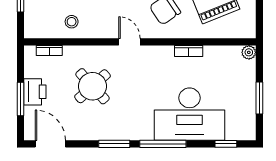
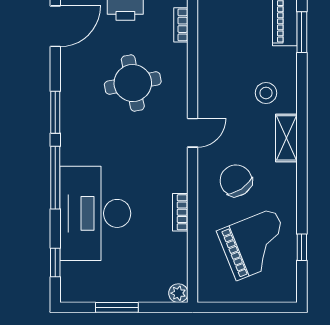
stool: (72, 22) -> (220, 55), removed
round table: (92, 86) -> (133, 83), turned 31

